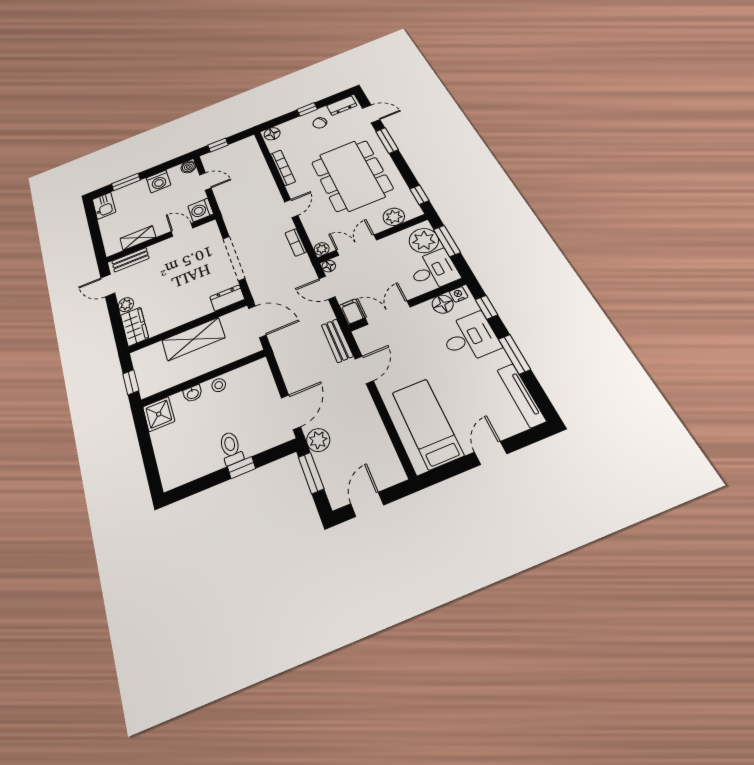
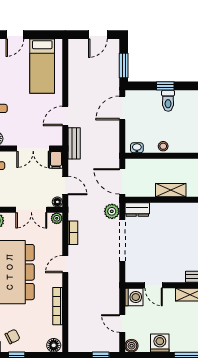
shelving: (193, 339) -> (171, 190), width x0.67, depth x0.75
washbasin: (193, 394) -> (137, 148), moved
plant: (318, 440) -> (112, 211), moved

